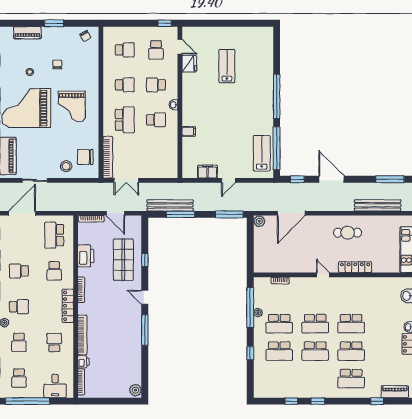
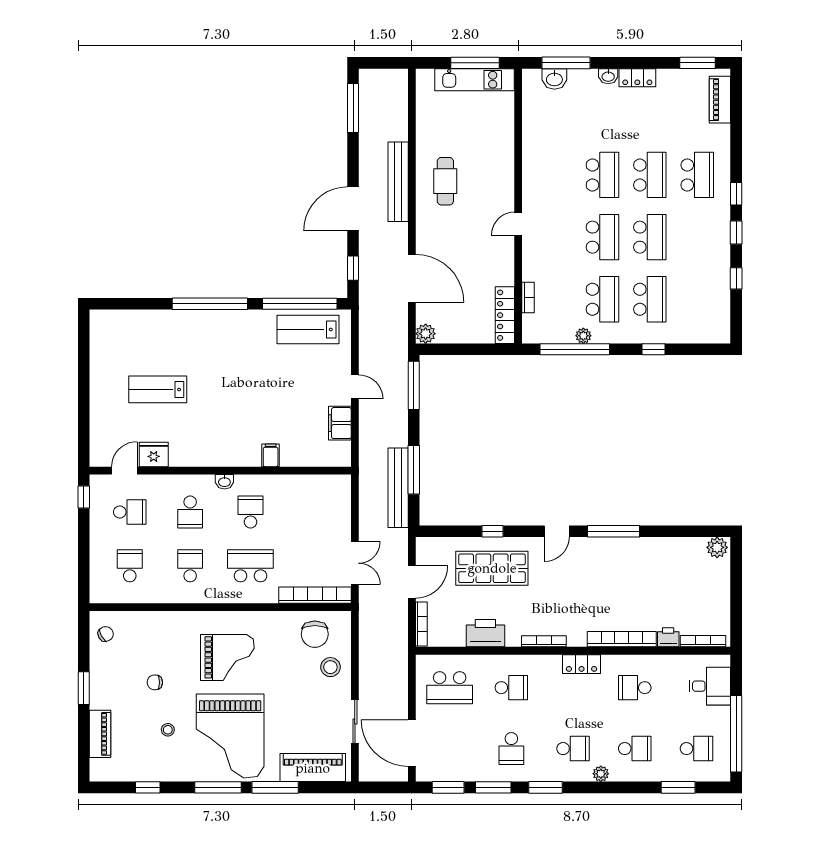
bench: (378, 205) -> (398, 182), moved
locker: (355, 267) -> (505, 315), moved
locker: (68, 306) -> (582, 664), width x0.66
school desk: (19, 307) -> (573, 749), turned 90
window: (377, 401) -> (736, 194), moved

